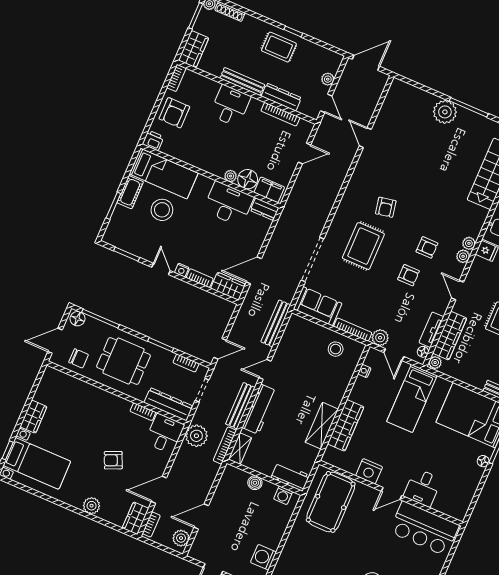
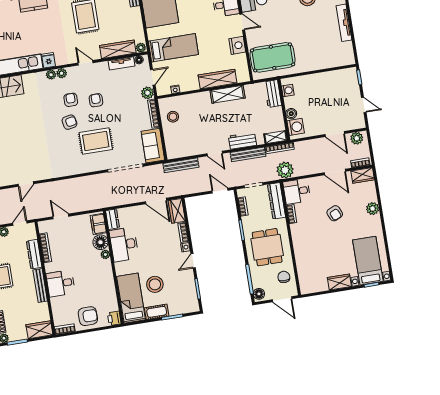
armchair: (386, 207) -> (69, 122), moved
door: (458, 290) -> (86, 63), swing flipped
workbench: (259, 409) -> (242, 141), width x0.73
washing machine: (263, 557) -> (296, 127), moved, turned -90

